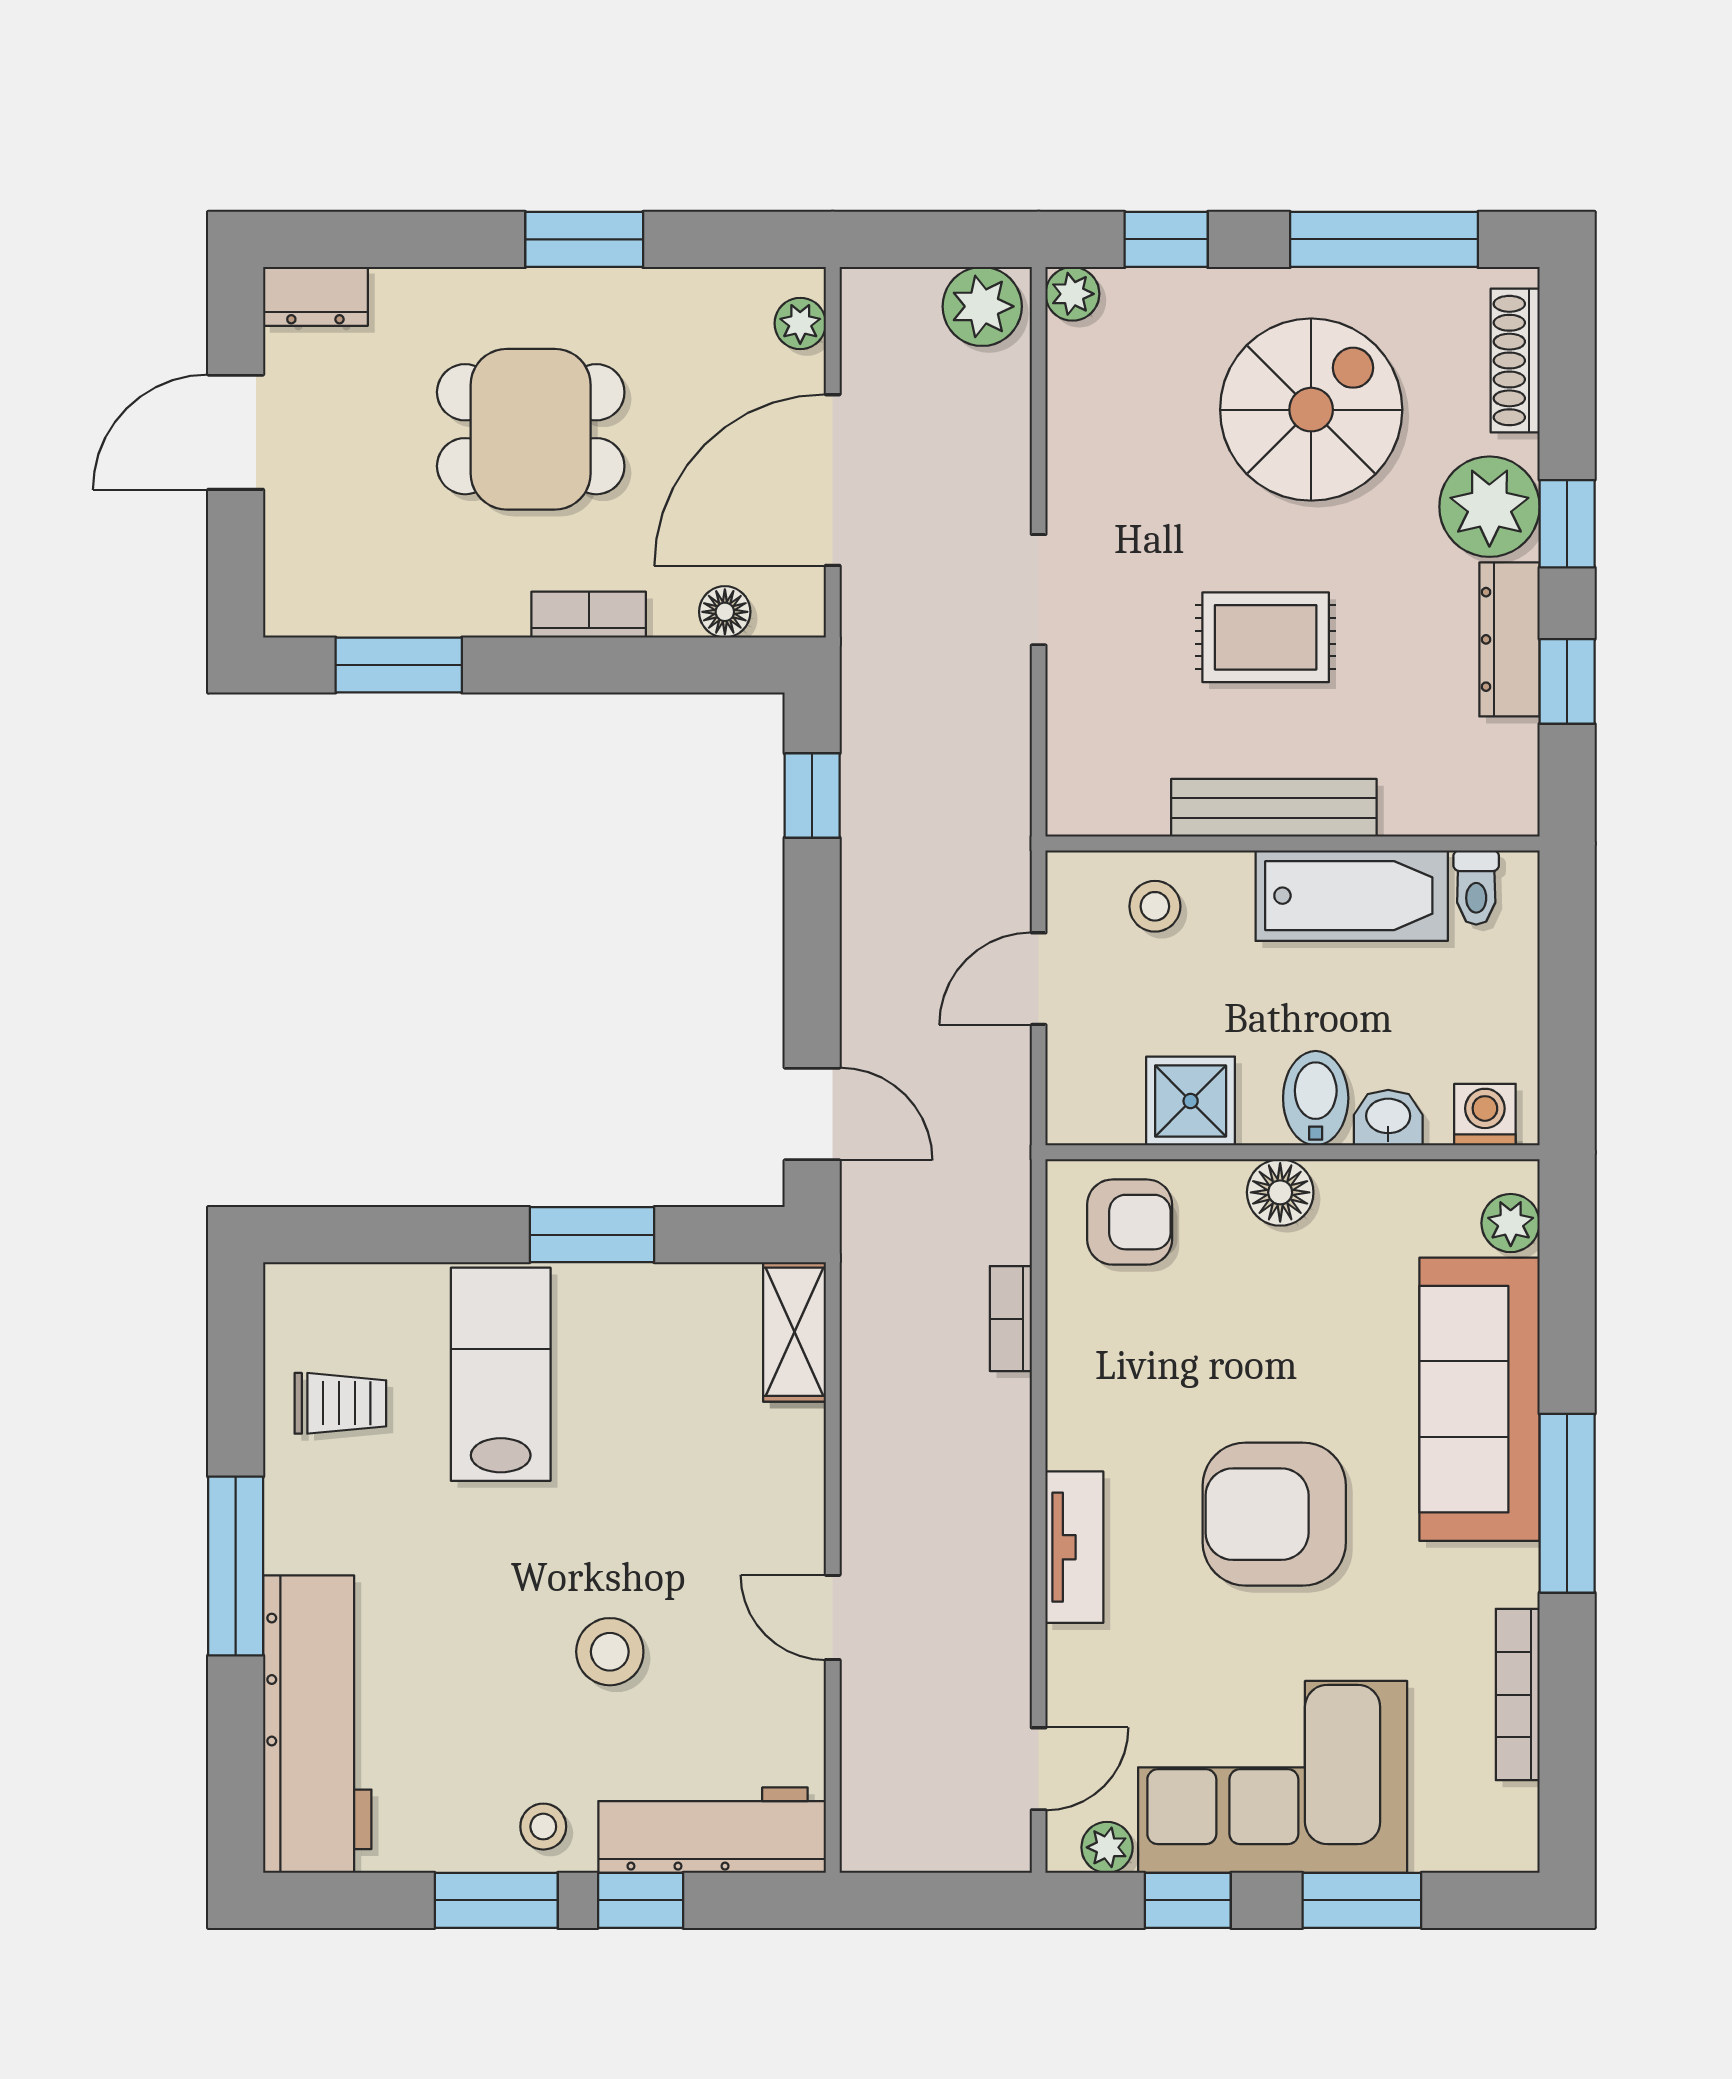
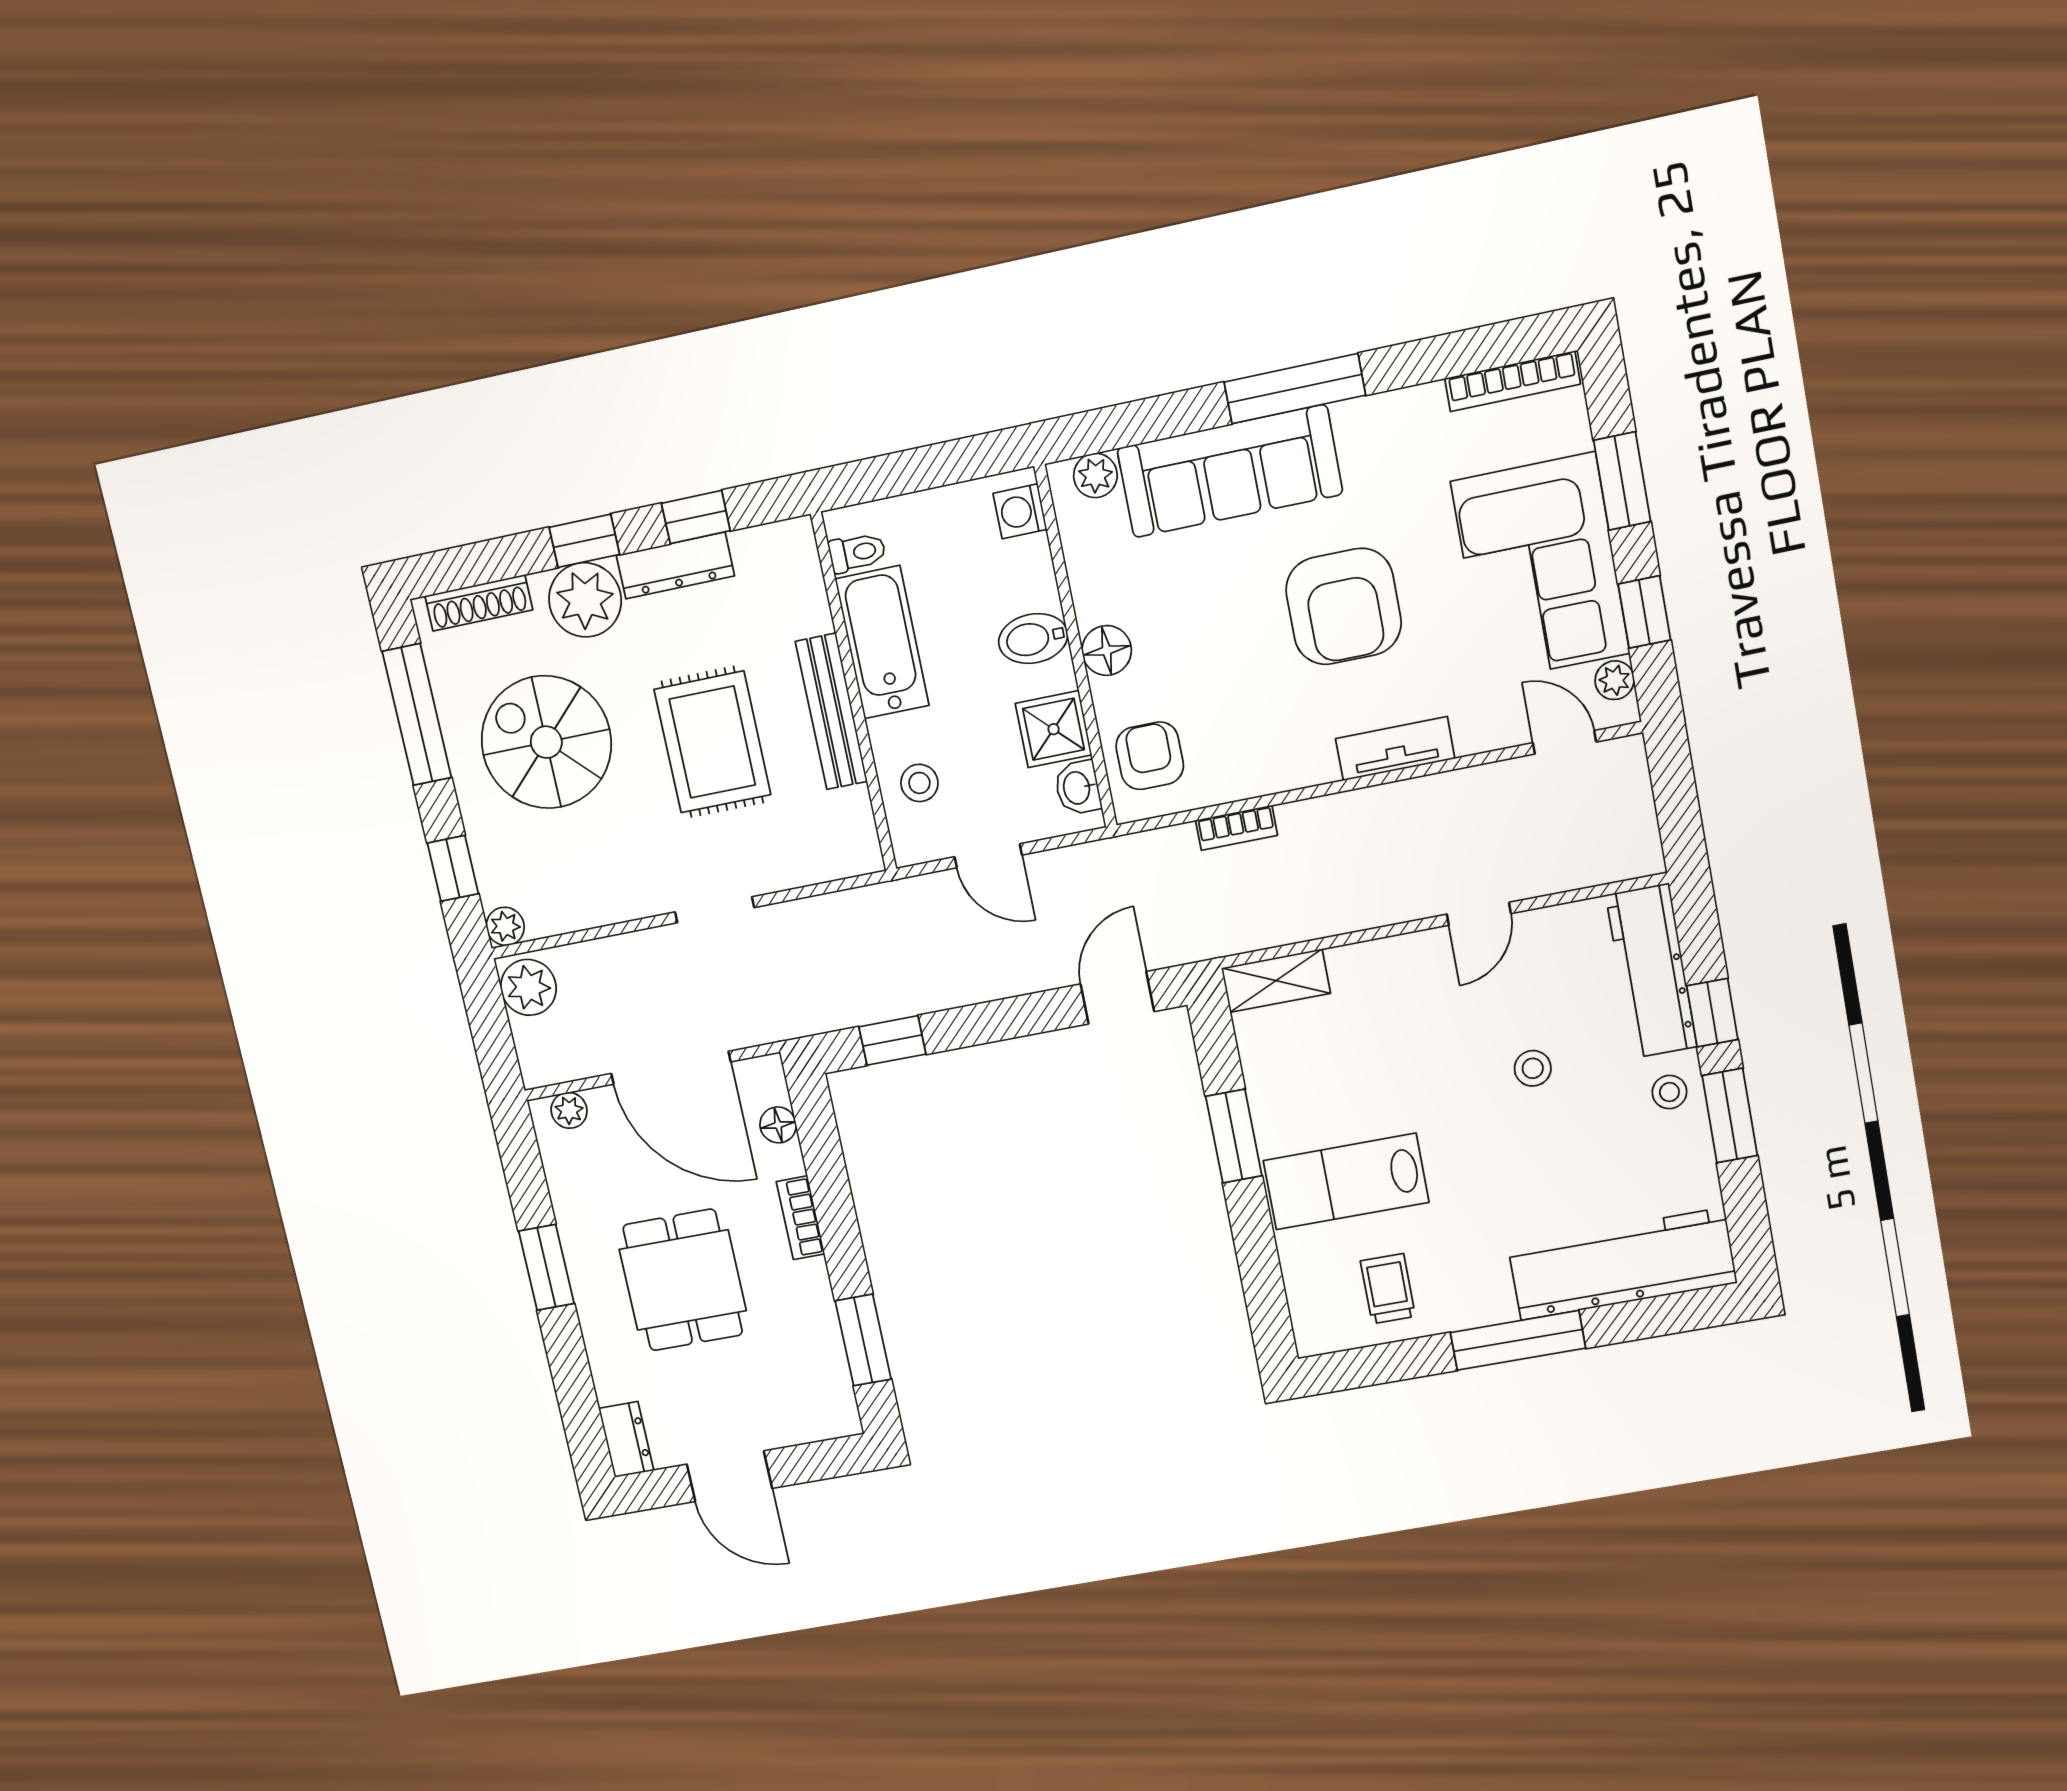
rug: (1266, 637) -> (712, 742), width x1.36, depth x1.43
washbasin: (1388, 1118) -> (1078, 788), moved
stool: (610, 1652) -> (1533, 1068), width x0.73, depth x0.73
bookcase: (1518, 1695) -> (1512, 381), moved

